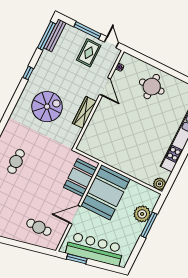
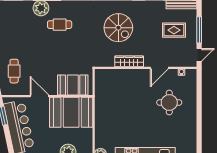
rug: (89, 53) -> (174, 30), moved
round table: (152, 87) -> (169, 102), moved

